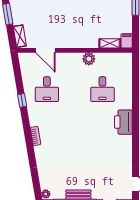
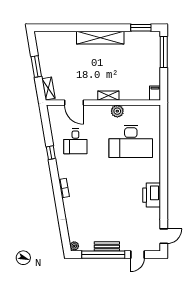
shelving: (110, 43) -> (108, 96), moved
desk: (102, 89) -> (131, 141), width x1.87, depth x1.30
printer: (123, 122) -> (152, 195), moved

